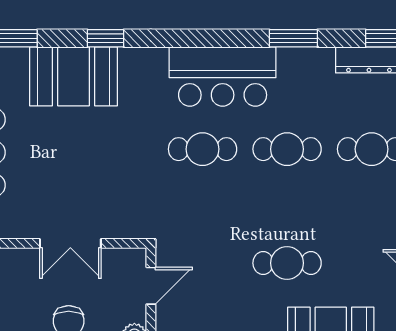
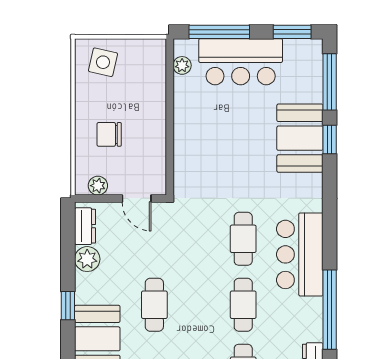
window: (105, 38) -> (330, 139), moved
window: (293, 38) -> (330, 310), width x2.11
double door: (70, 243) -> (170, 136), removed

